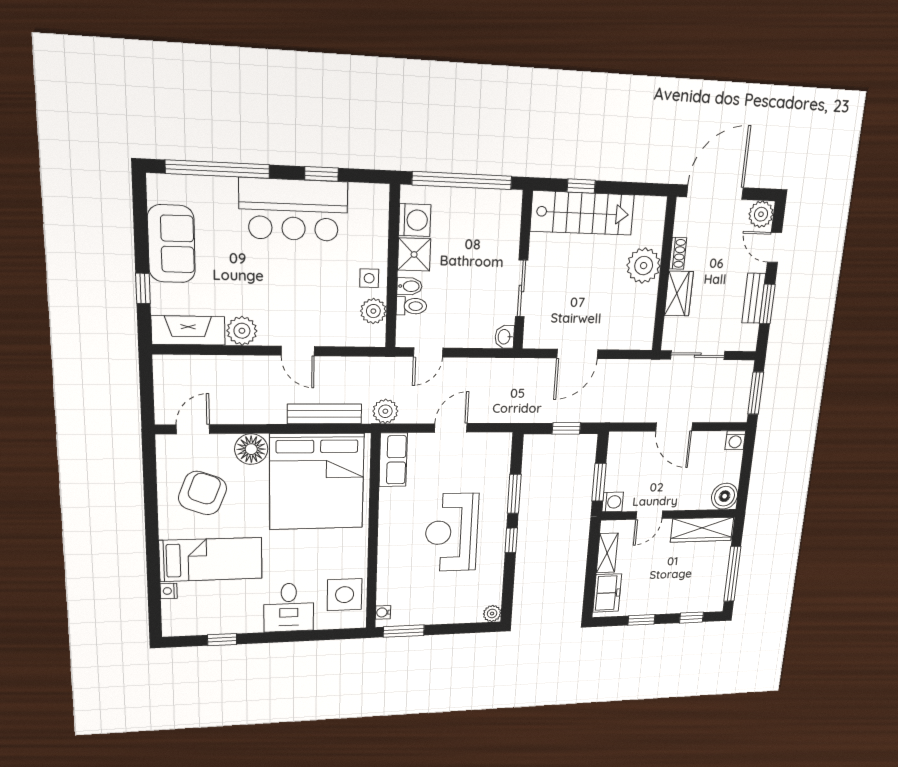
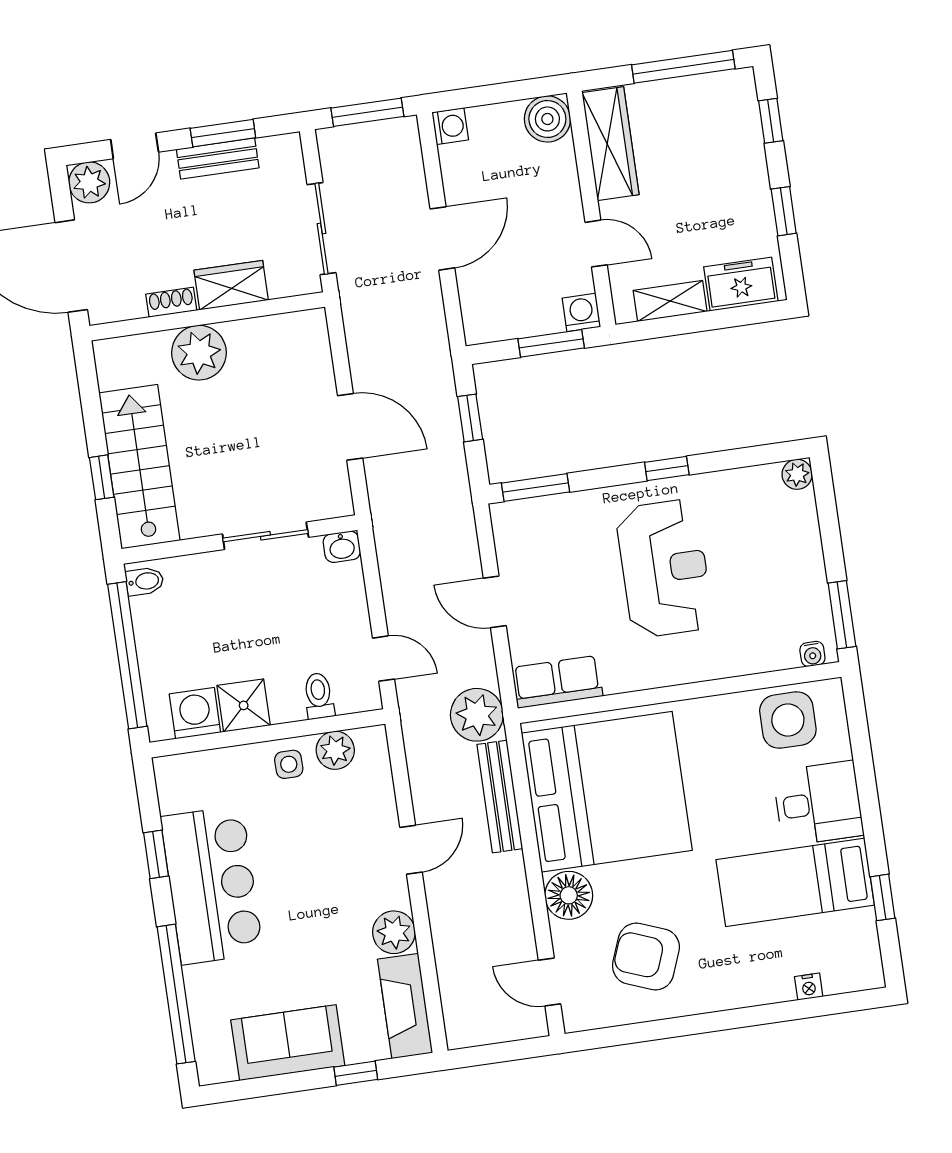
bidet: (410, 286) -> (145, 581), moved, turned 90
plant: (385, 411) -> (477, 715), width x1.36, depth x1.36
window: (514, 494) -> (535, 487), moved
reception desk: (452, 532) -> (664, 568), turned -90
bed: (211, 560) -> (795, 882), moved, turned -90

